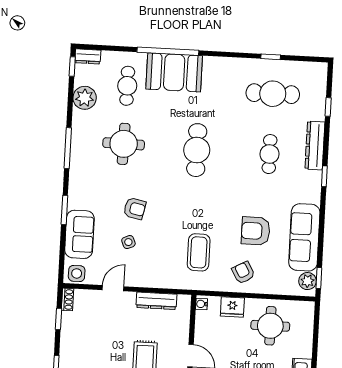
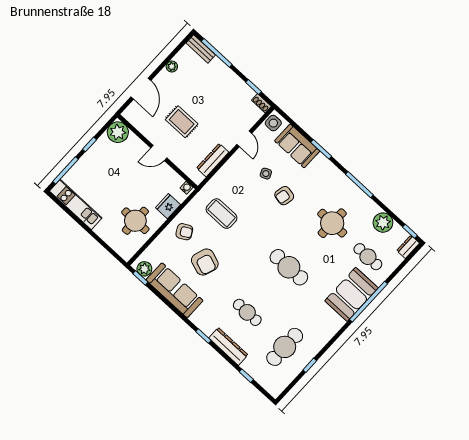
armchair: (256, 231) -> (205, 262), turned 109

